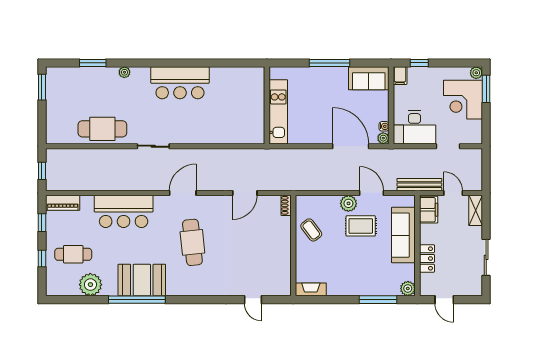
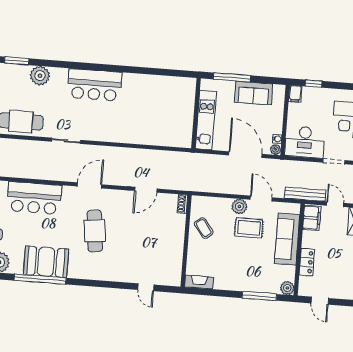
plant: (124, 72) -> (40, 76), width x1.88, depth x1.88
sofa: (369, 78) -> (254, 93), moved
wall: (267, 105) -> (196, 113), moved
kitchen unit: (278, 112) -> (206, 120), moved

